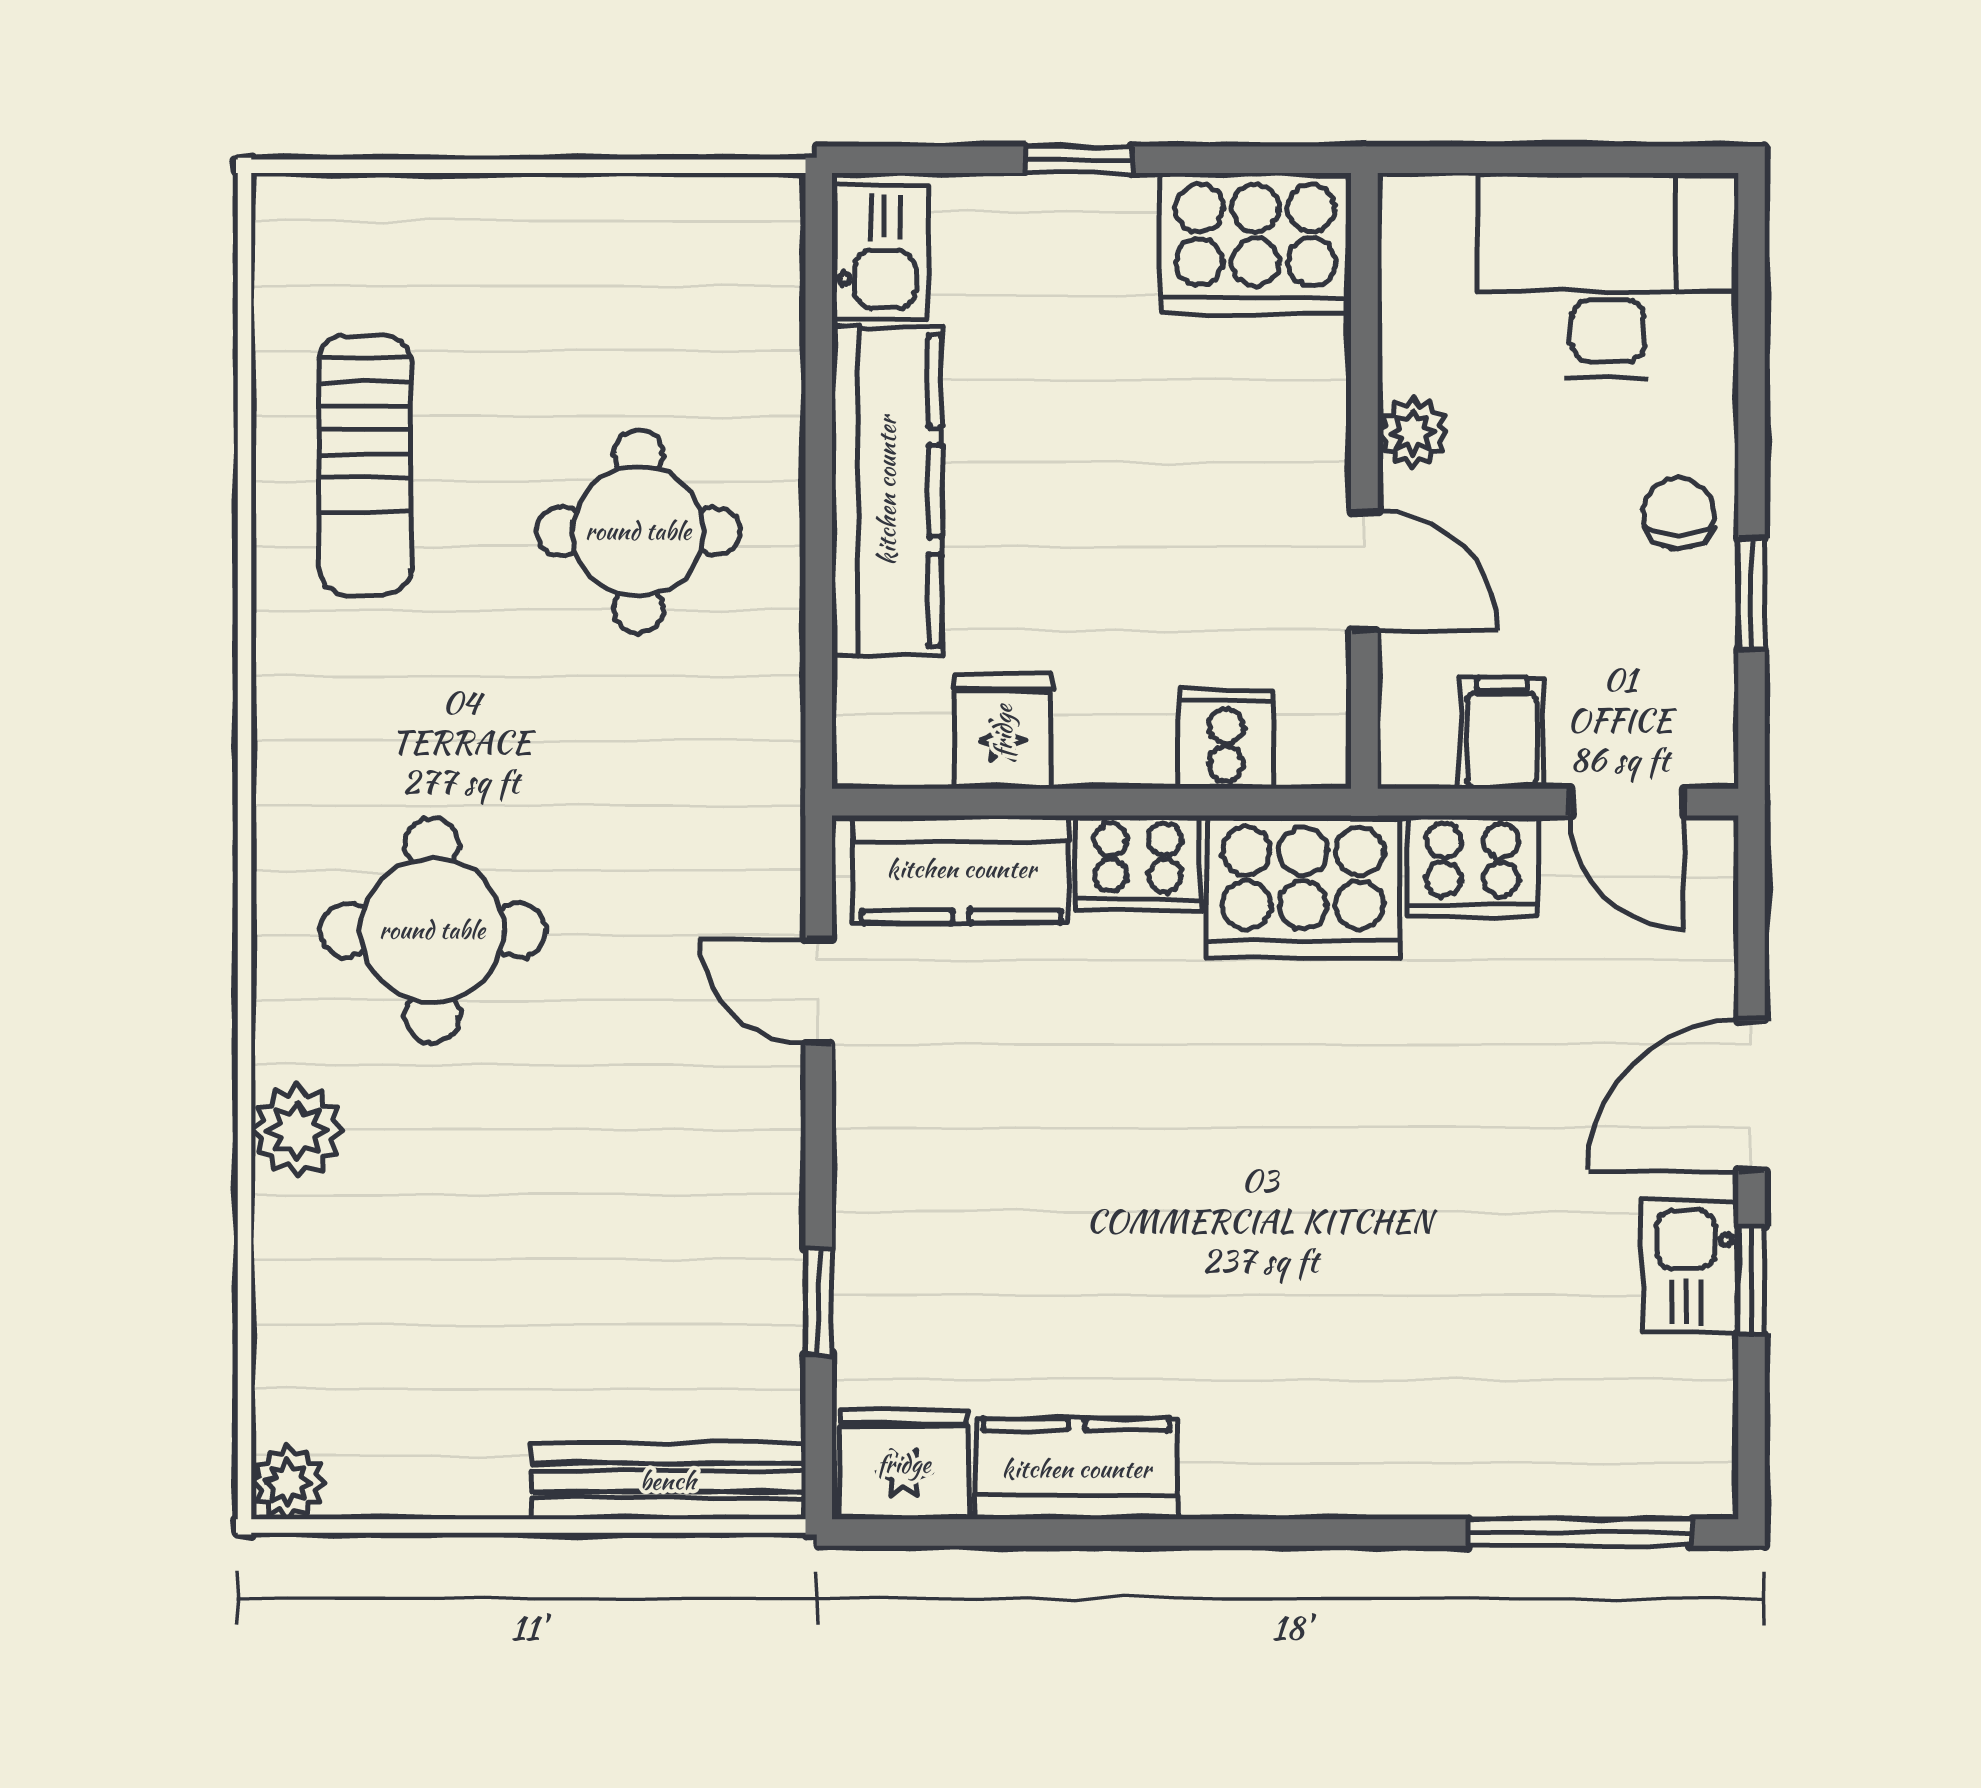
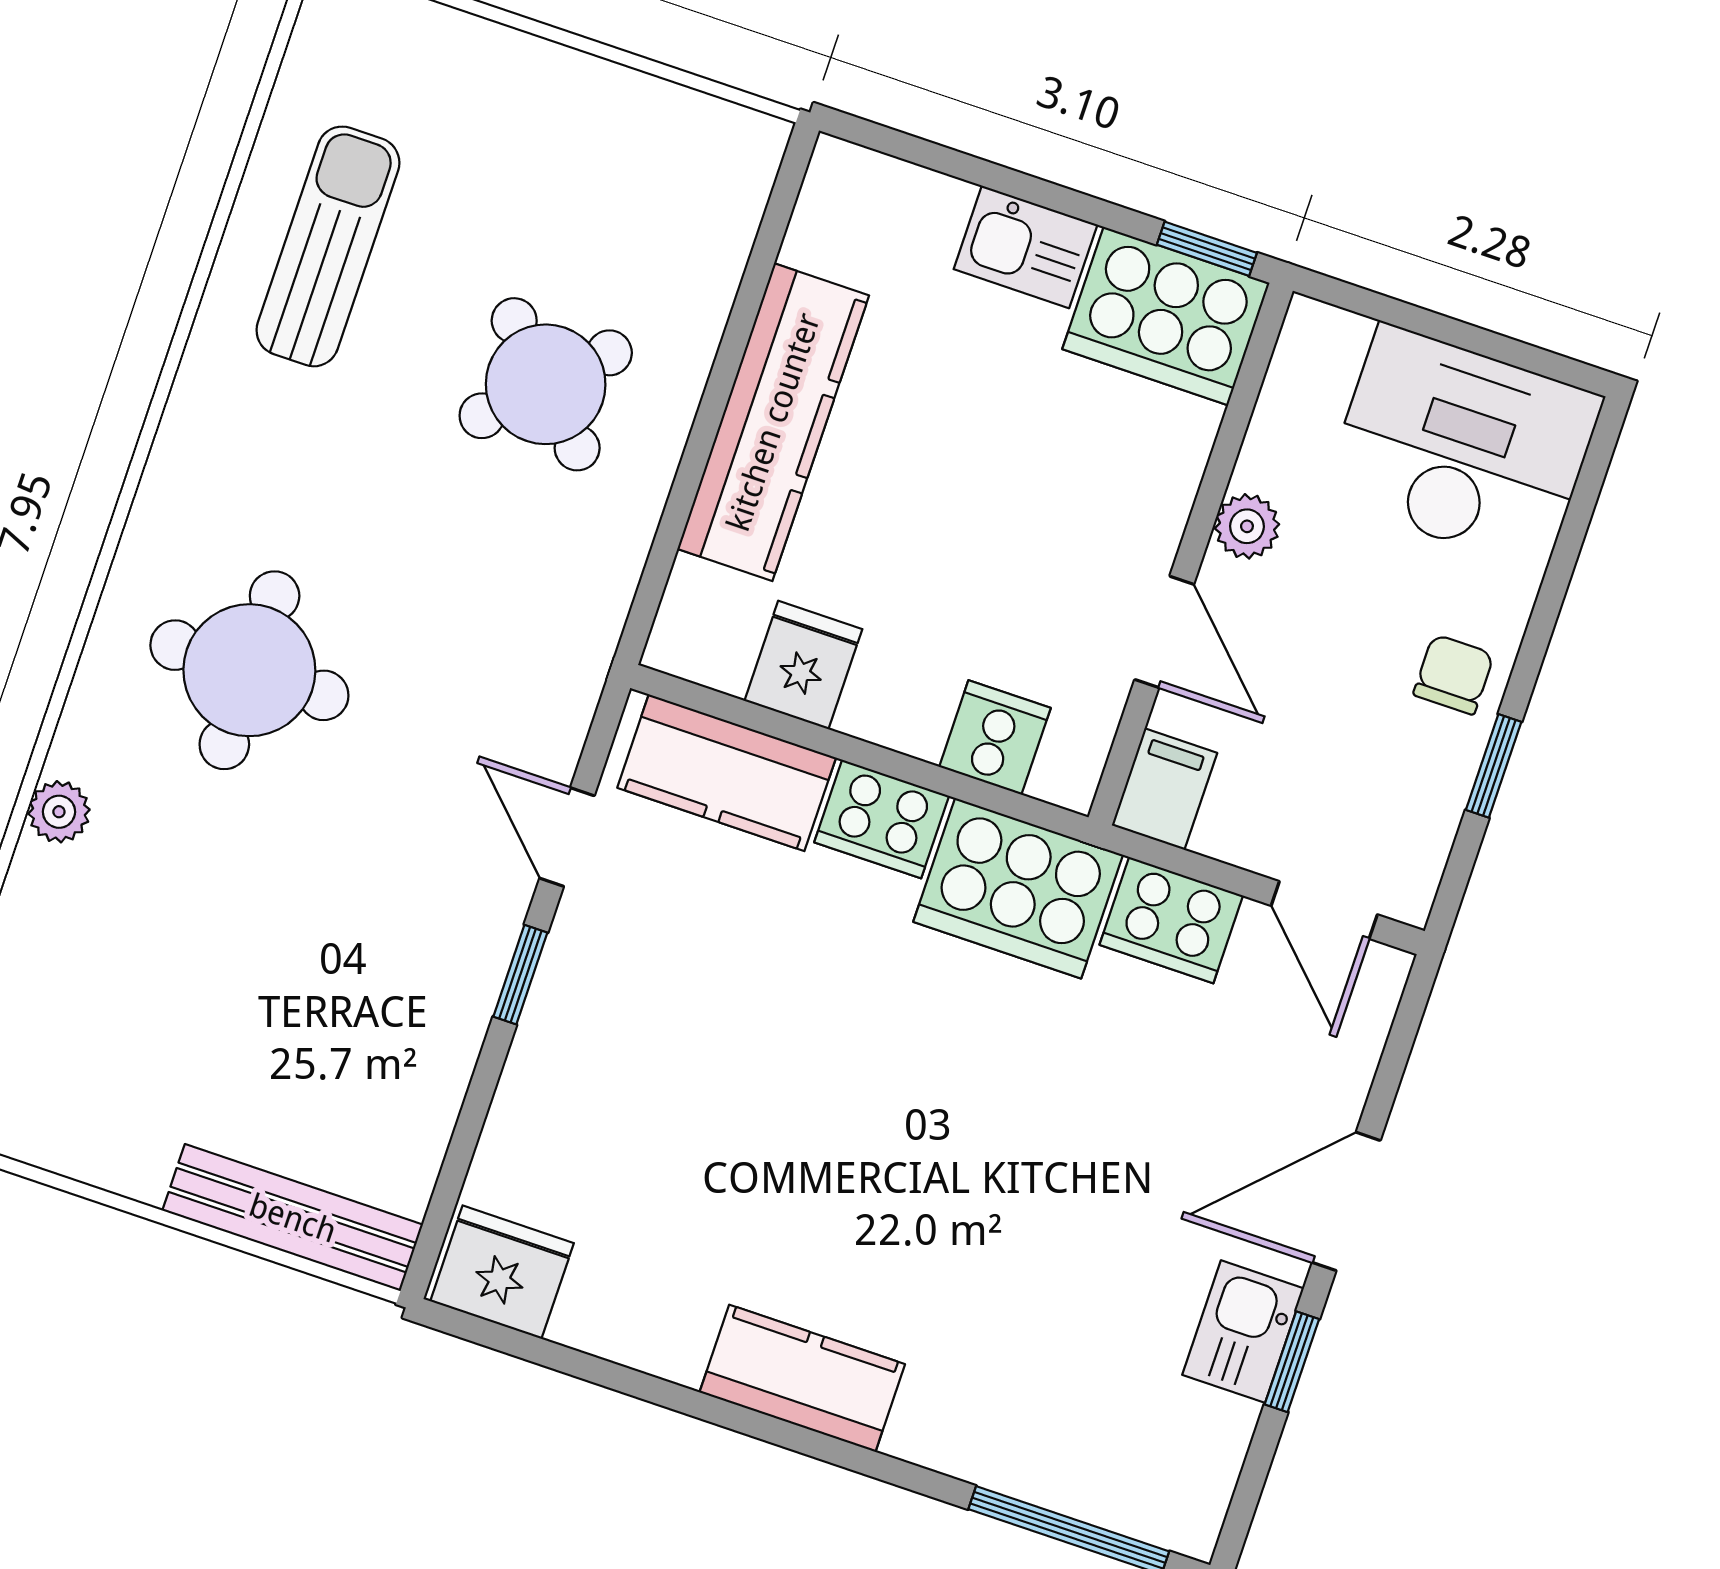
window: (1078, 160) -> (1207, 249), moved
kitchen sink: (880, 252) -> (1026, 247), moved, turned 90
sun lounger: (365, 465) -> (328, 246), turned 180
round table: (638, 531) -> (546, 384), turned 45
filing cabinet: (1502, 733) -> (1164, 789), moved
plant: (298, 1131) -> (59, 812), width x0.73, depth x0.73
window: (819, 1302) -> (520, 975), moved
kitchen counter: (1076, 1469) -> (802, 1378), moved

